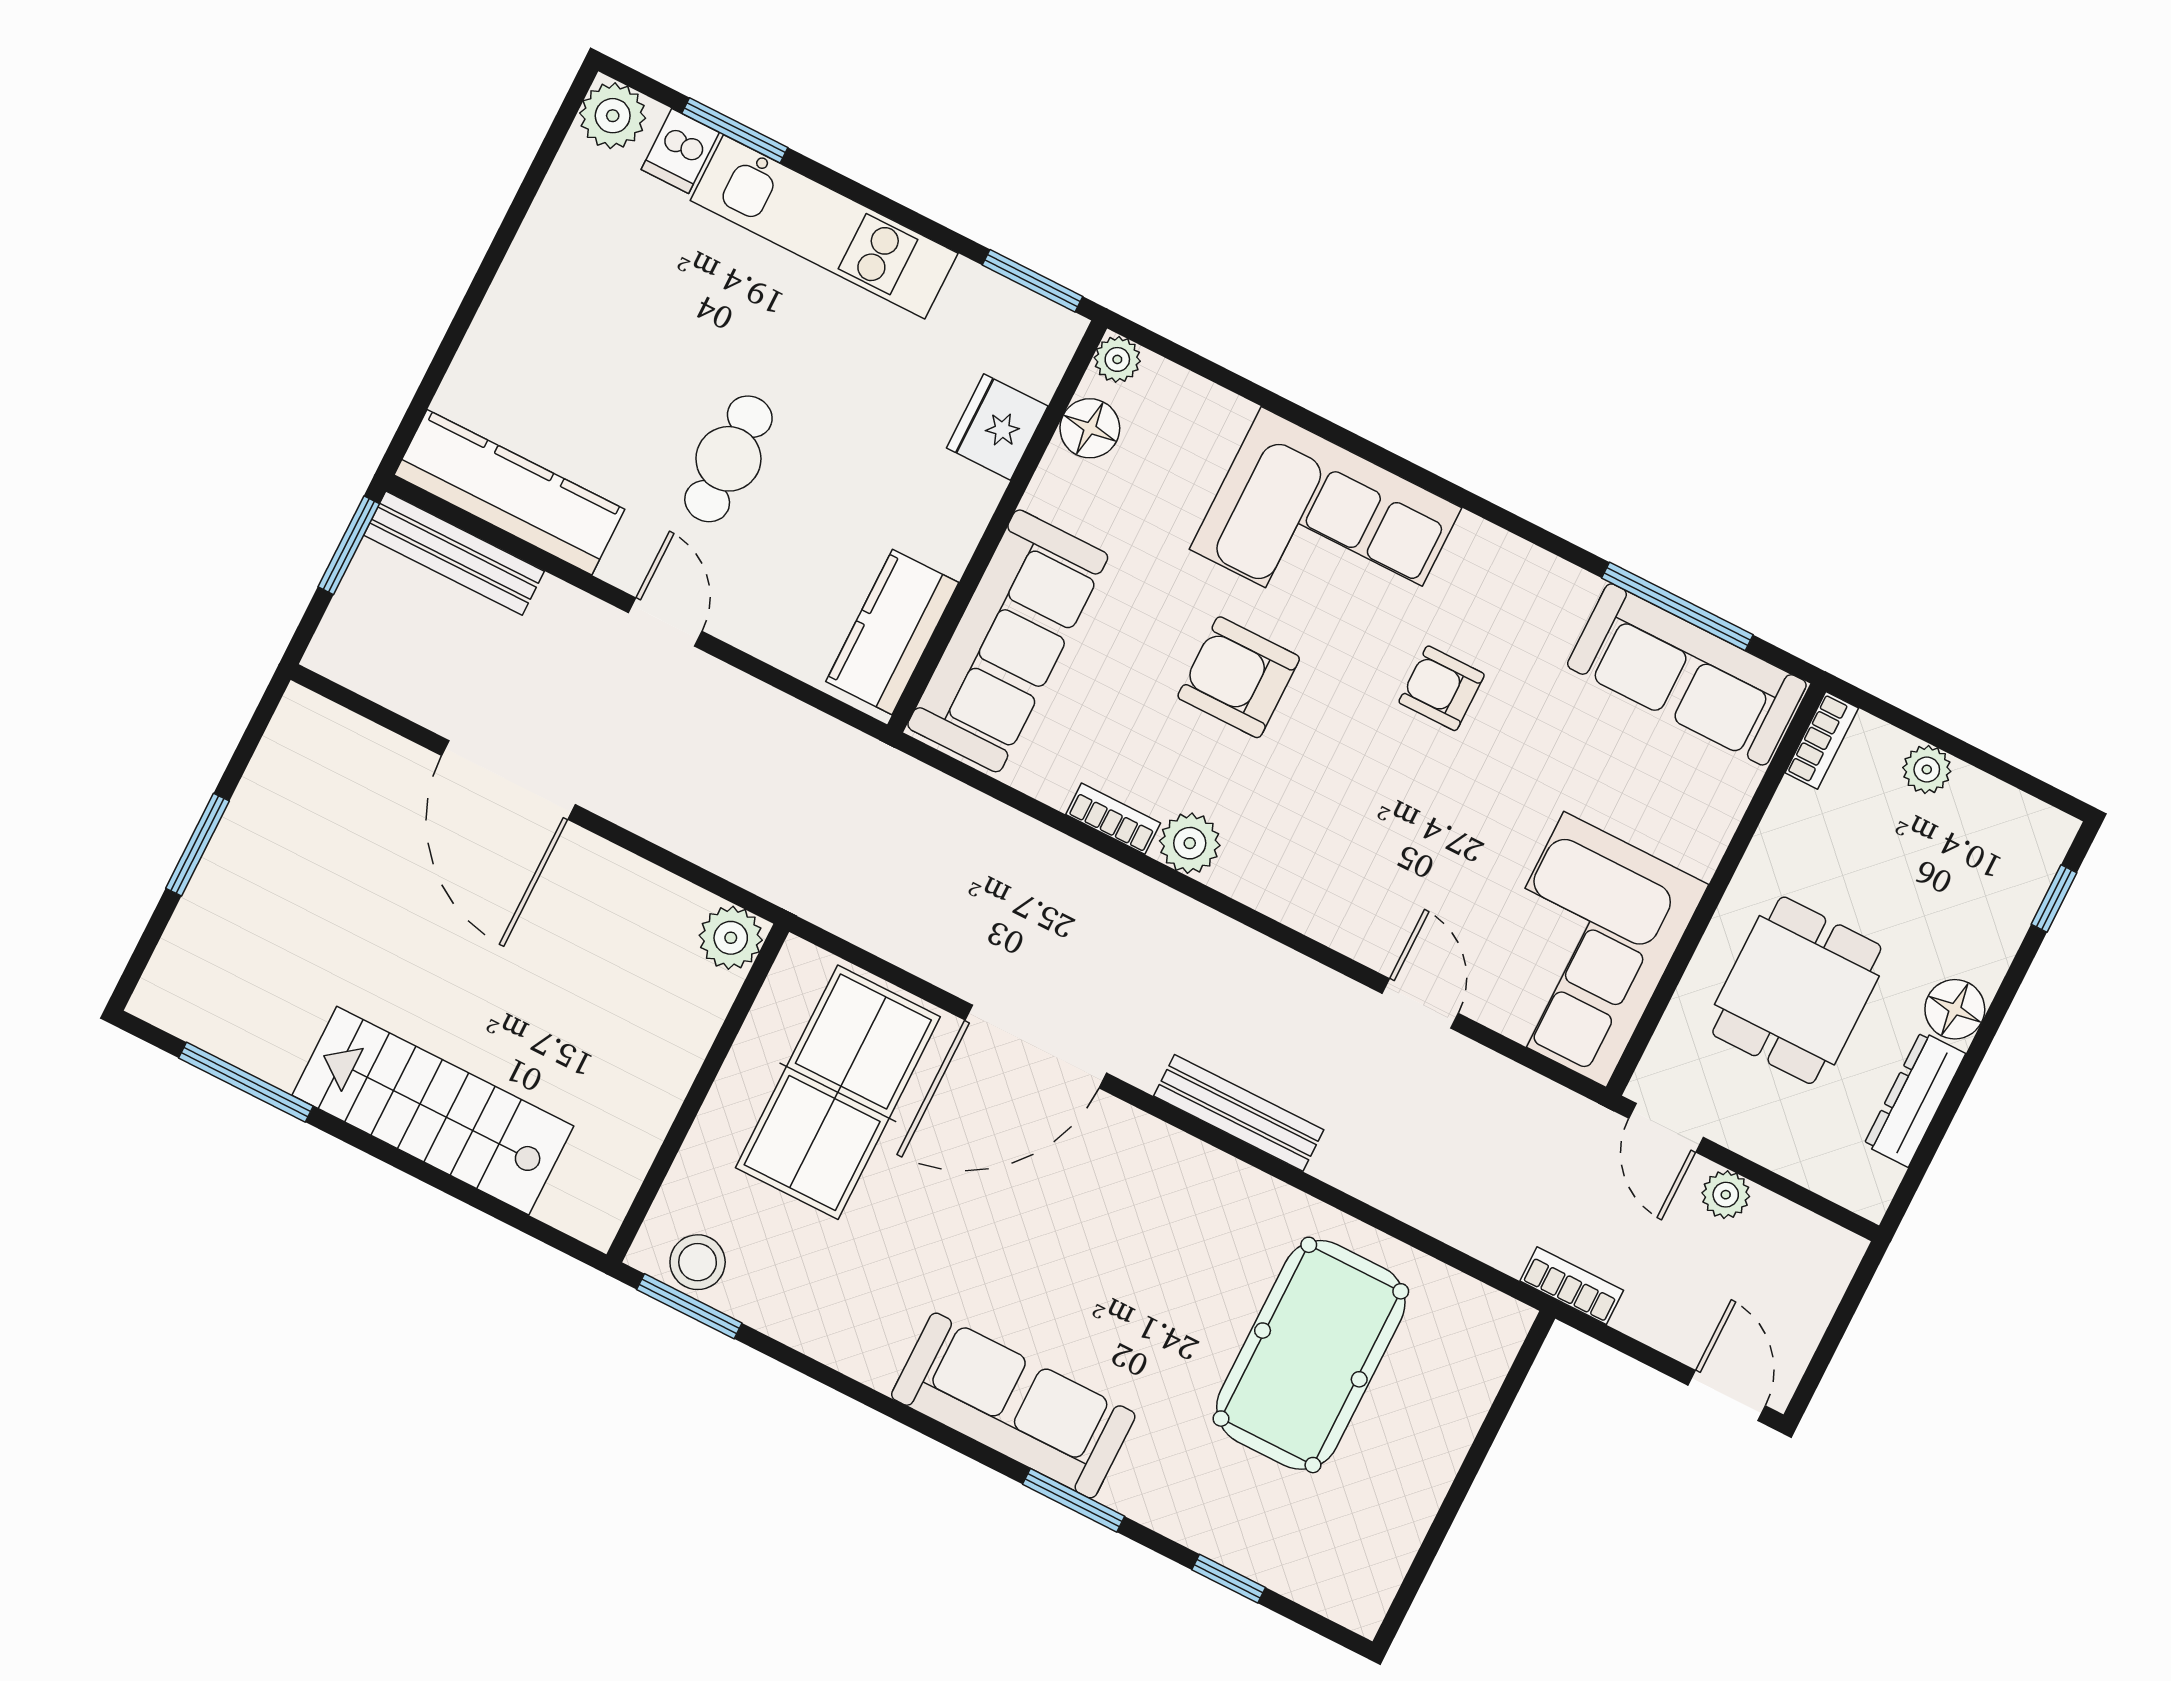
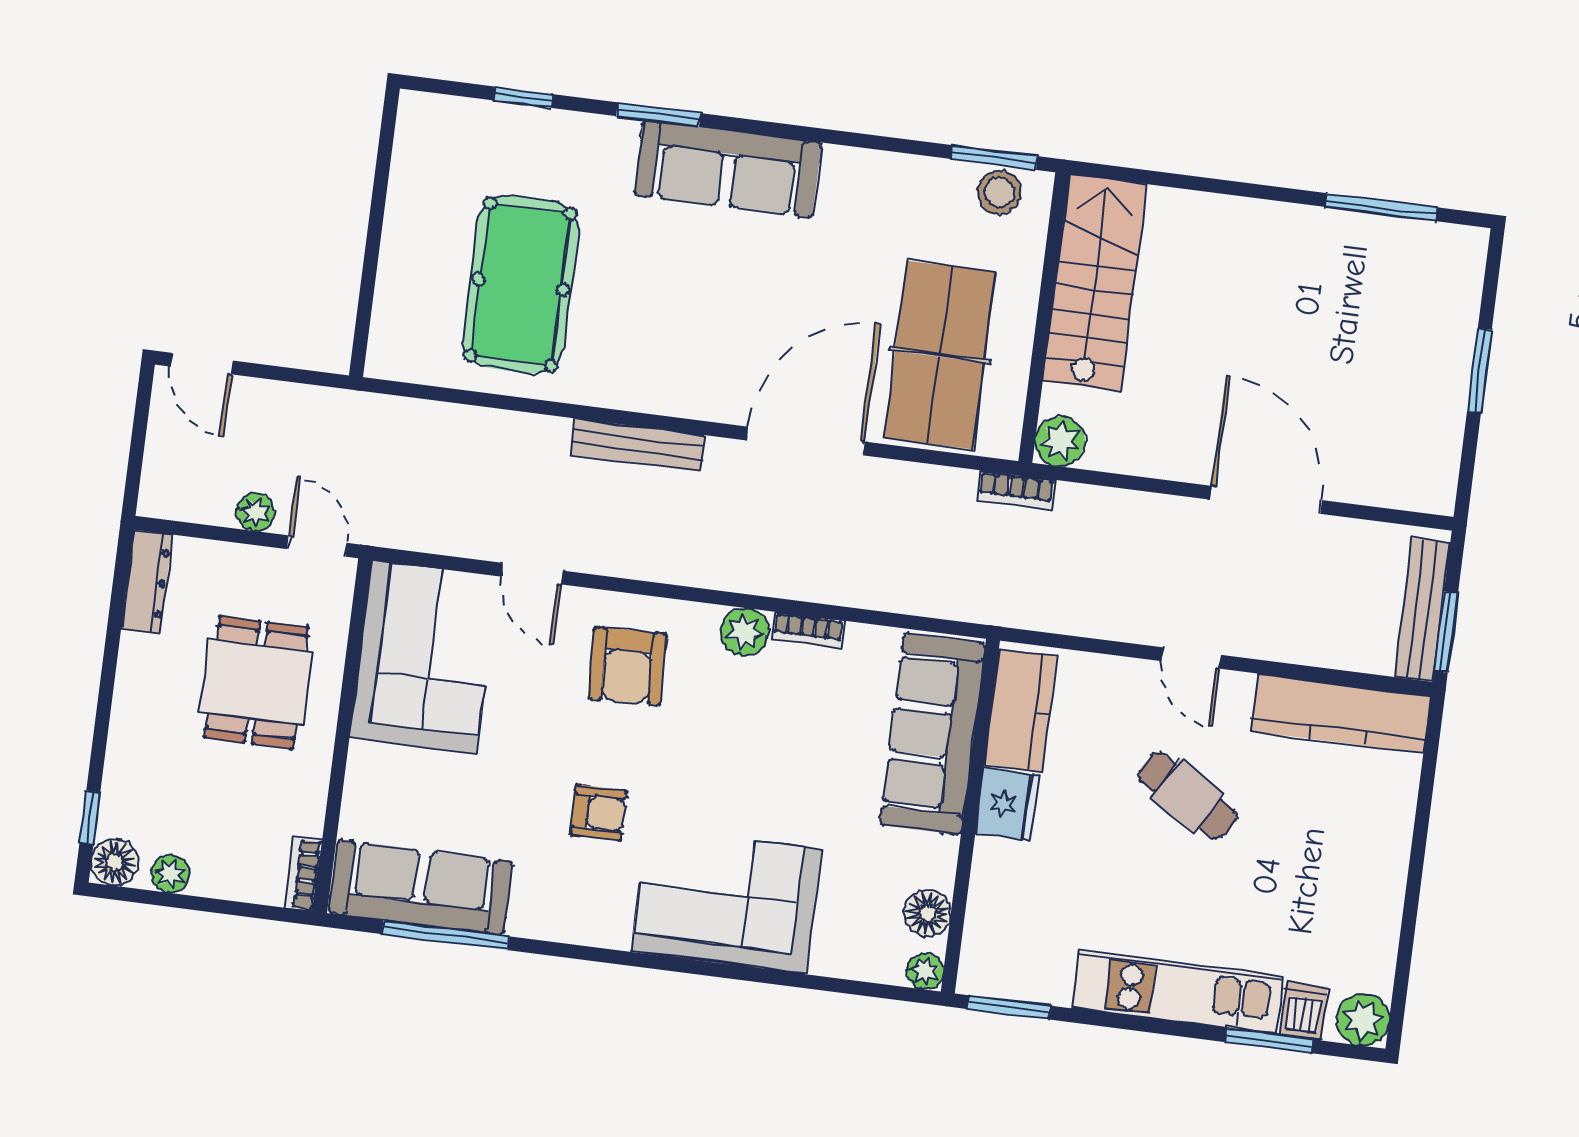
fridge: (997, 427) -> (1007, 804), moved
cafe table: (728, 459) -> (1187, 796), turned -59
bench: (454, 553) -> (1422, 610), moved, turned 90
armchair: (1239, 677) -> (627, 666), moved, turned 88
plant: (1927, 769) -> (170, 874), moved
floor lamp: (1955, 1009) -> (115, 862), moved
dresser: (1915, 1099) -> (147, 582), moved
stairs: (433, 1111) -> (1095, 283), moved, turned -90
bookcase: (1572, 1286) -> (1016, 490), moved

